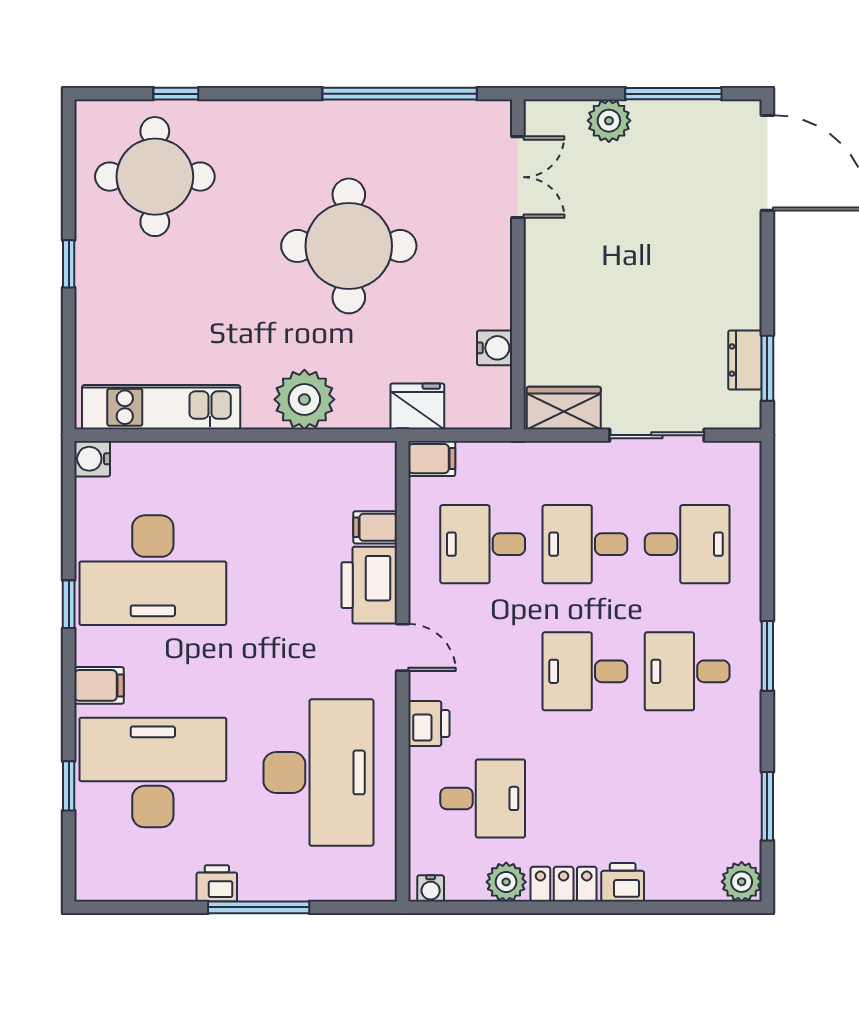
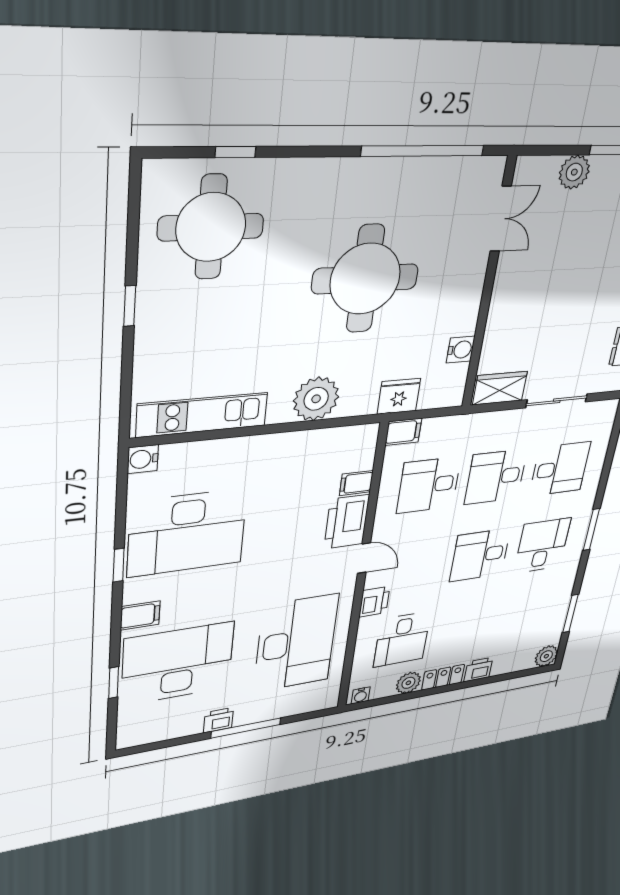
desk: (687, 671) -> (542, 546), turned 90
desk: (483, 798) -> (402, 639), turned 90

